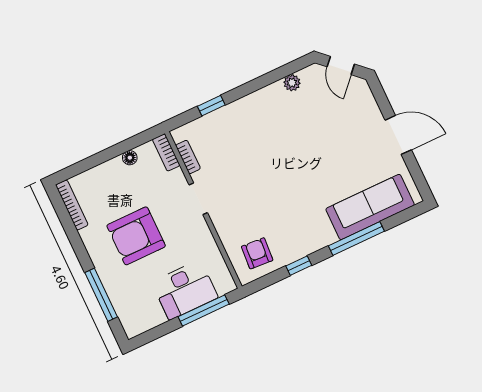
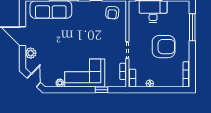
plant: (369, 112) -> (31, 53), added
corner sofa: (256, 122) -> (85, 73), added

